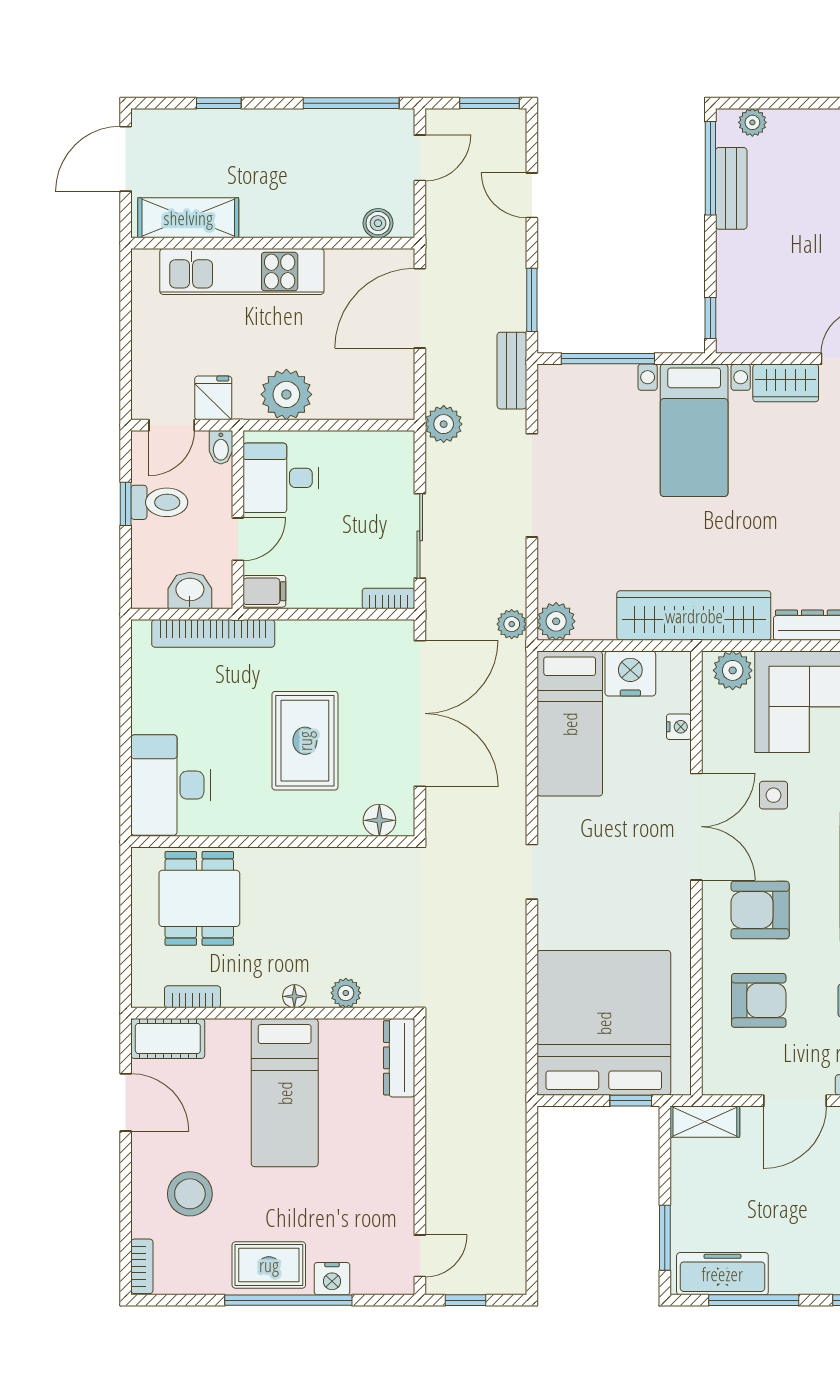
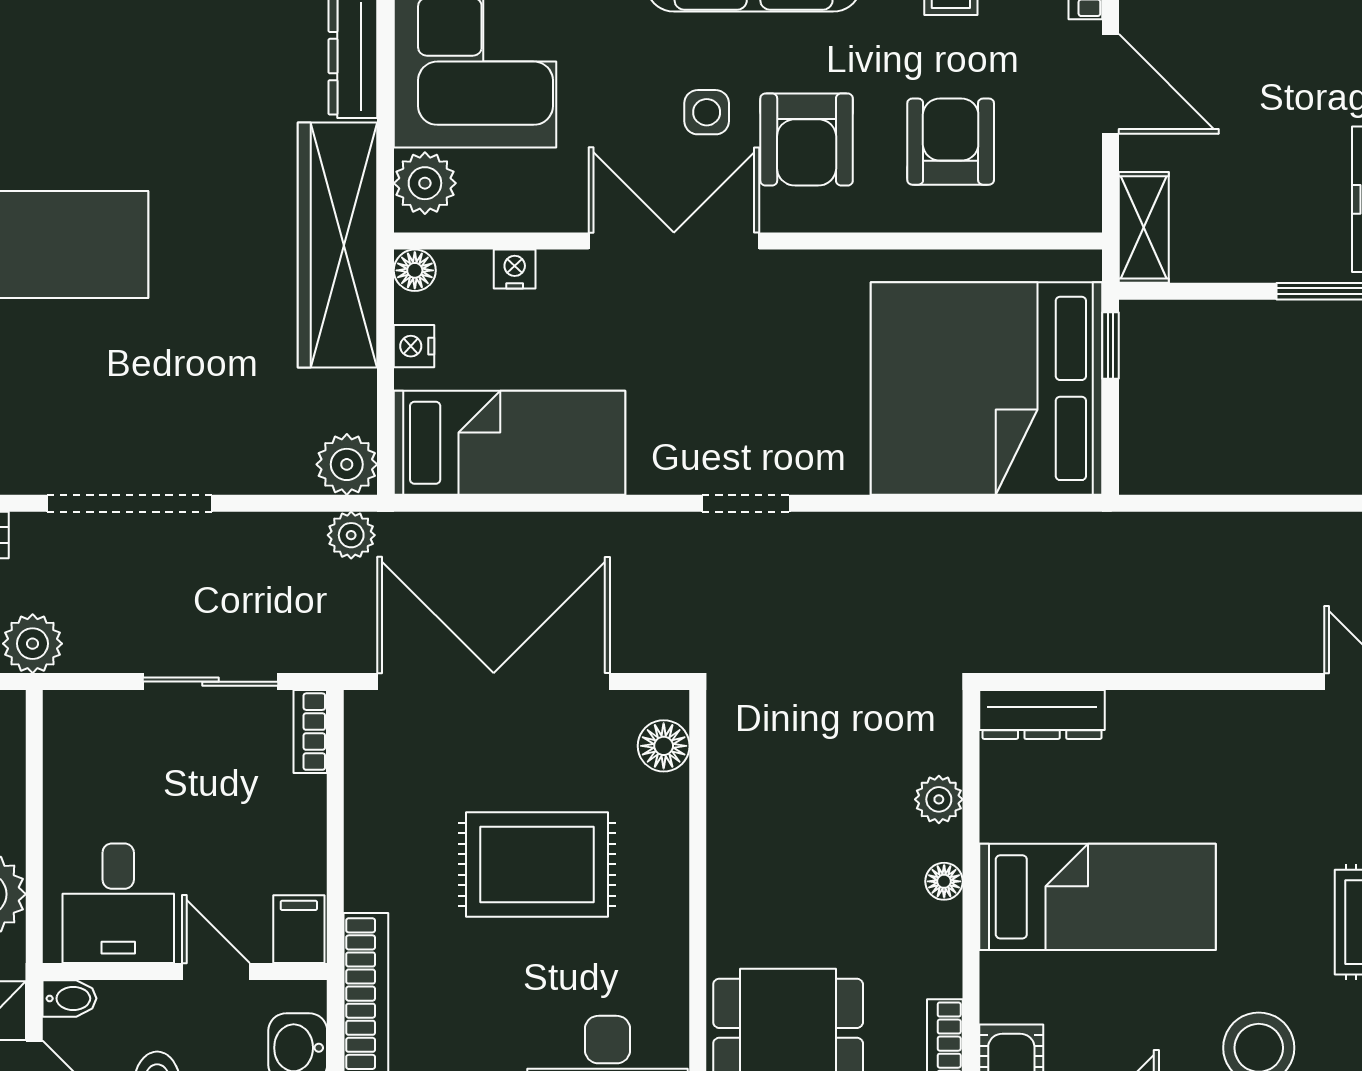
floor lamp: (678, 664) -> (415, 270), added
nightstand: (630, 674) -> (414, 346), width x0.53, depth x0.56
side table: (774, 795) -> (707, 112), moved

